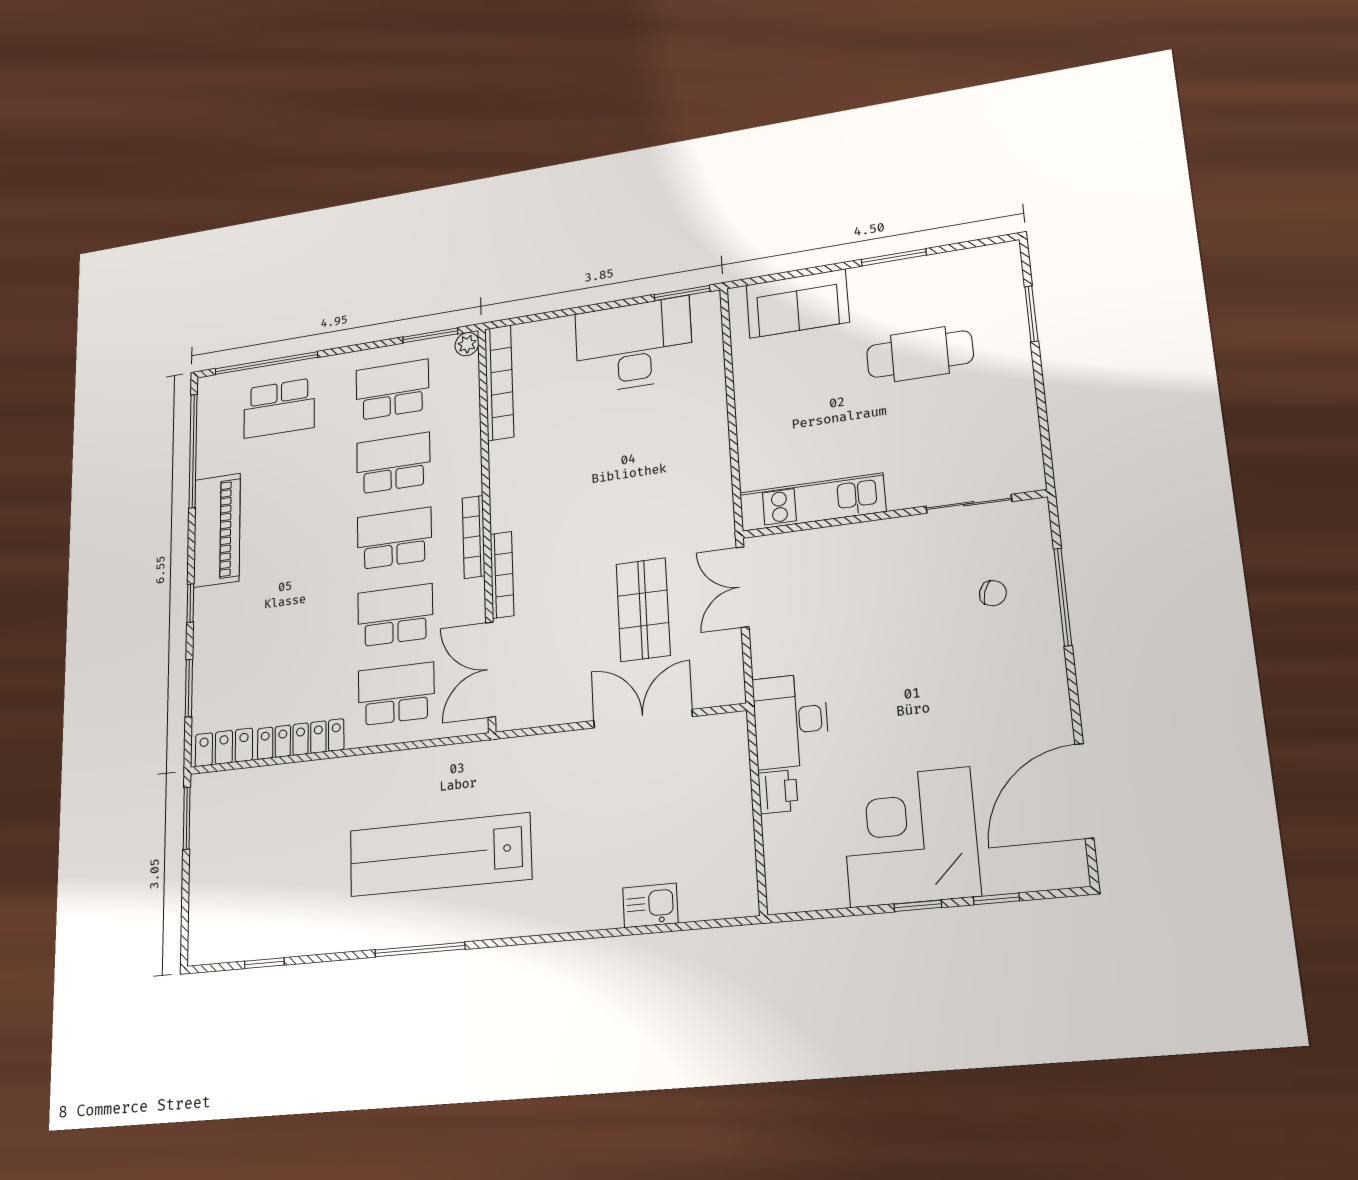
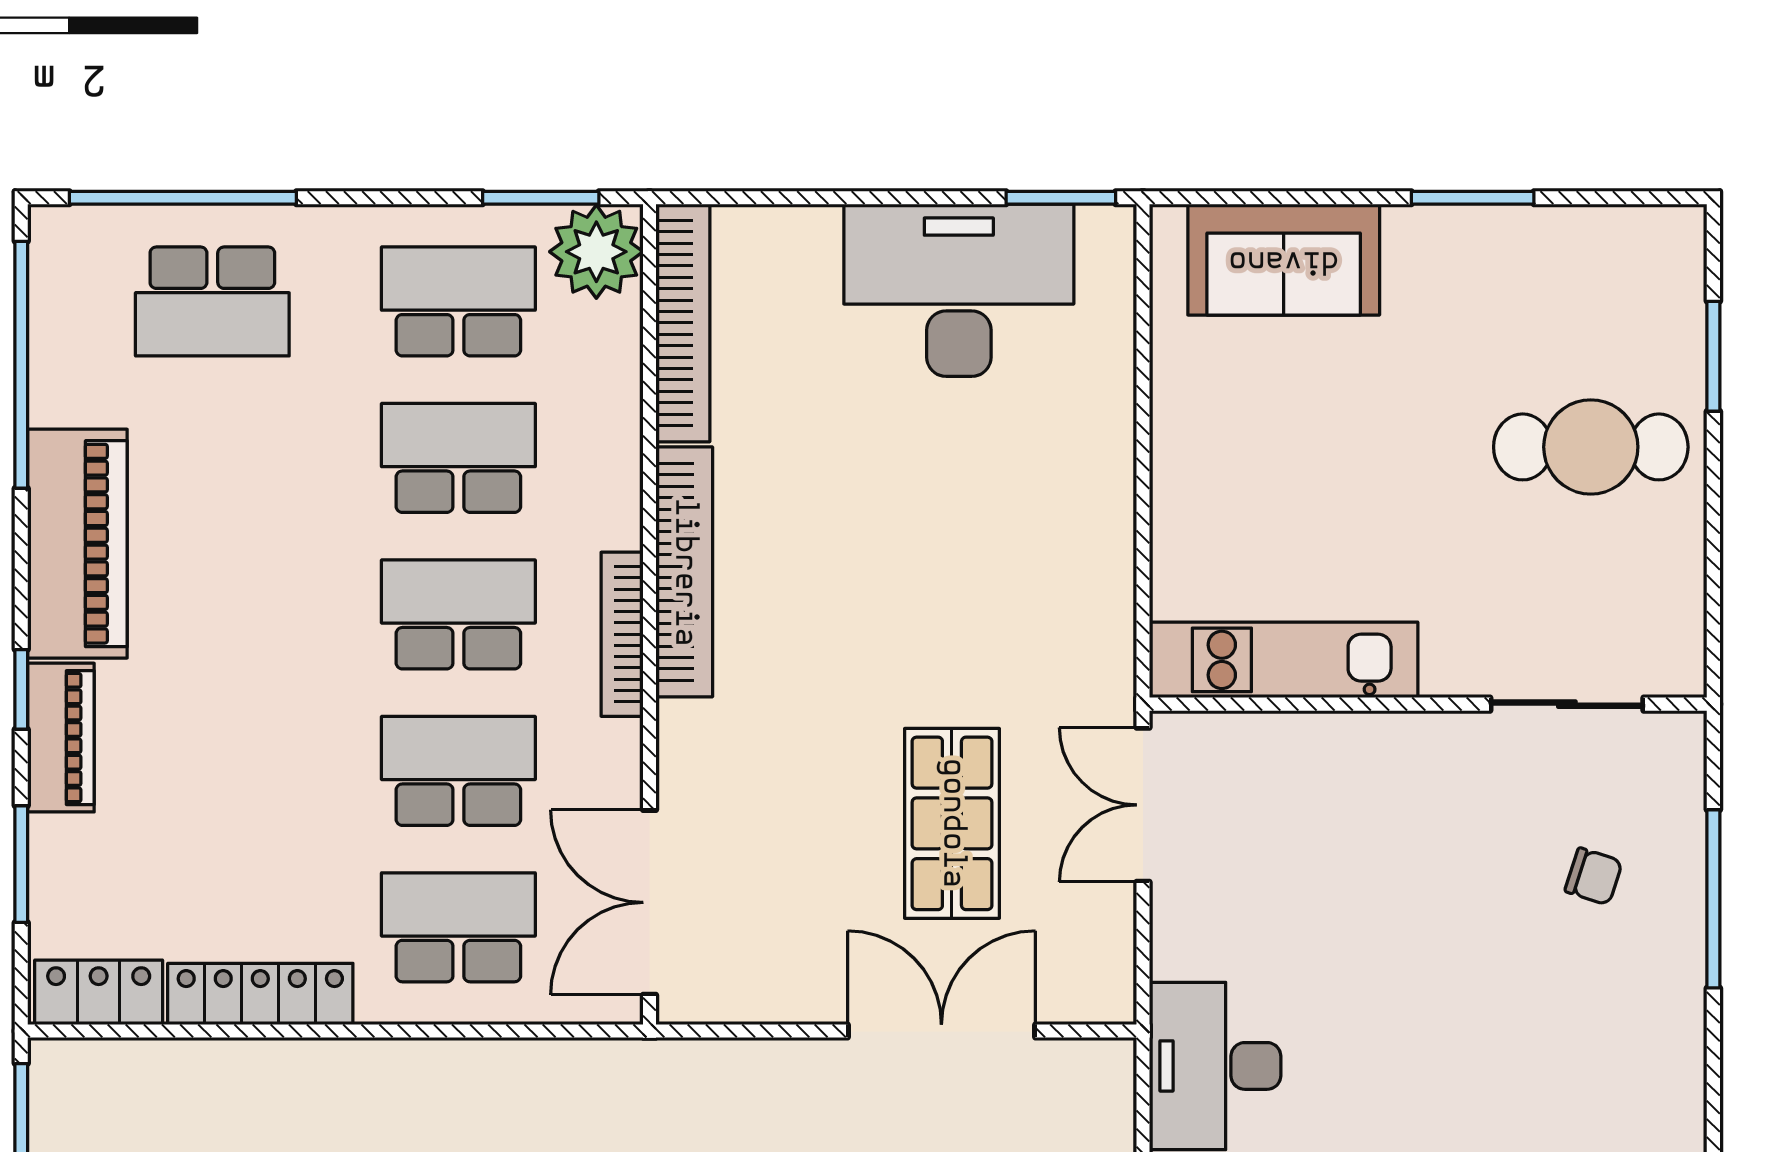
plant: (467, 344) -> (596, 252), width x1.88, depth x1.88
cafe table: (920, 354) -> (1591, 447), moved
bookcase: (502, 575) -> (684, 572), moved, width x1.48, depth x1.31
piano: (208, 624) -> (61, 738), added

